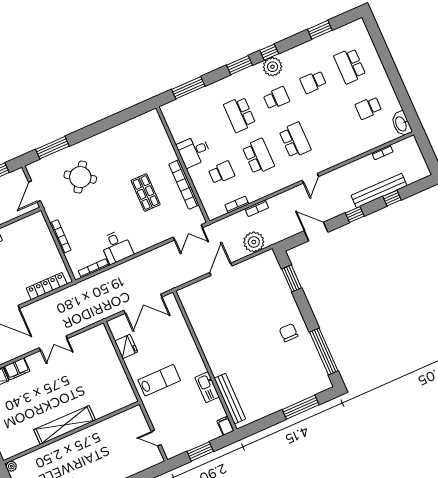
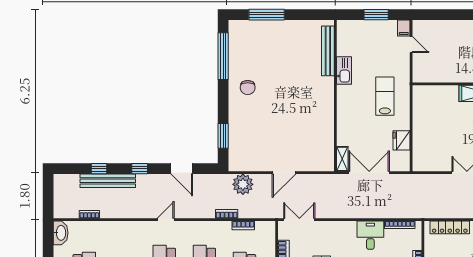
shelving: (173, 305) -> (342, 159), added
lab bench: (159, 380) -> (385, 96), turned 90
filing cabinet: (225, 426) -> (404, 28), moved

